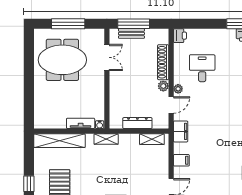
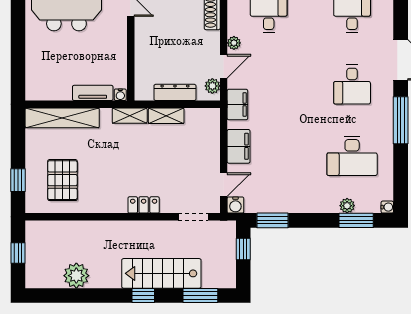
plant: (163, 86) -> (212, 86), moved
shelving: (152, 139) -> (166, 116), moved
filing cabinet: (181, 160) -> (239, 146), width x2.00

